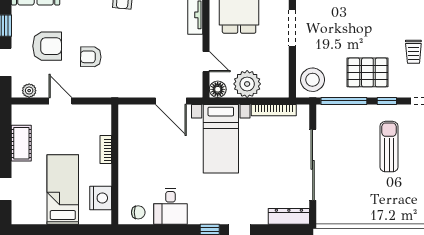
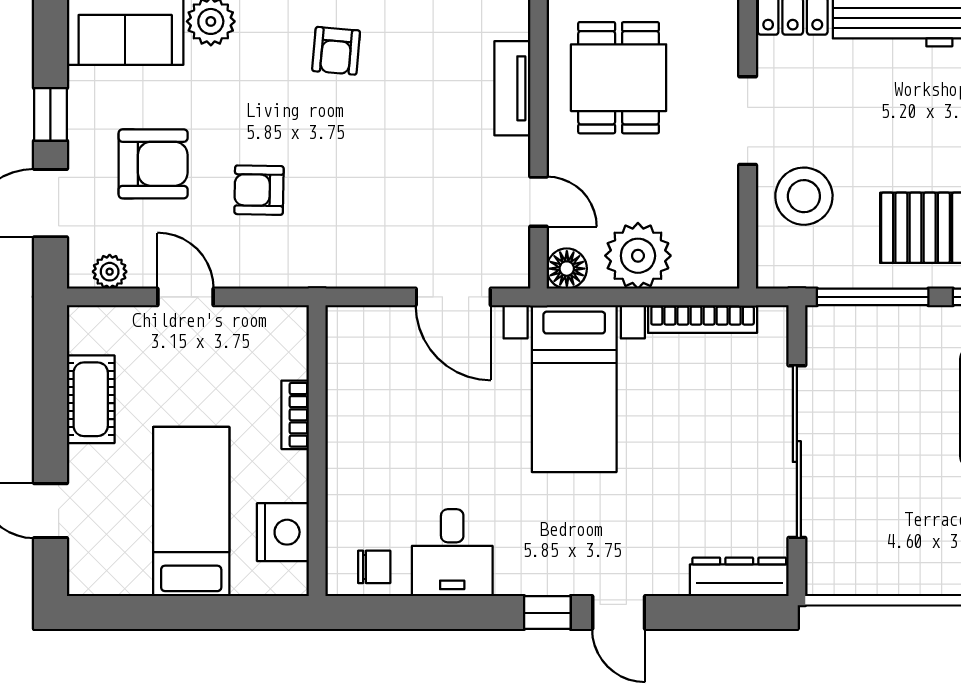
stool: (313, 80) -> (804, 196), moved

